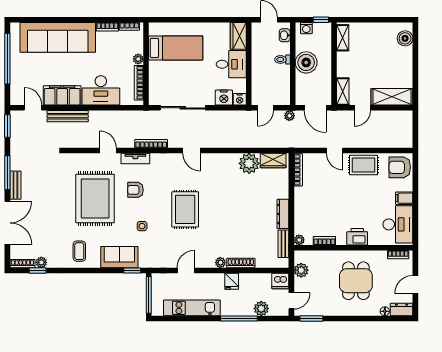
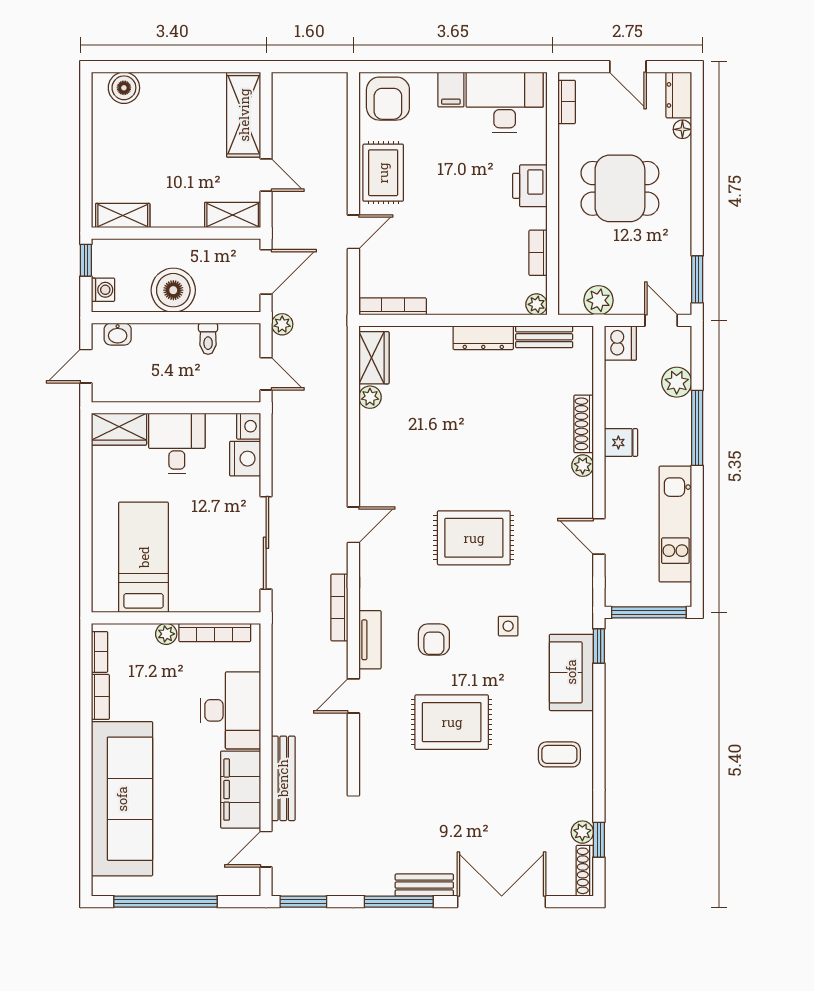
toilet: (282, 59) -> (208, 339), moved
plant: (249, 163) -> (370, 397), width x0.53, depth x0.53
rug: (95, 198) -> (452, 722), width x0.73, depth x0.69

